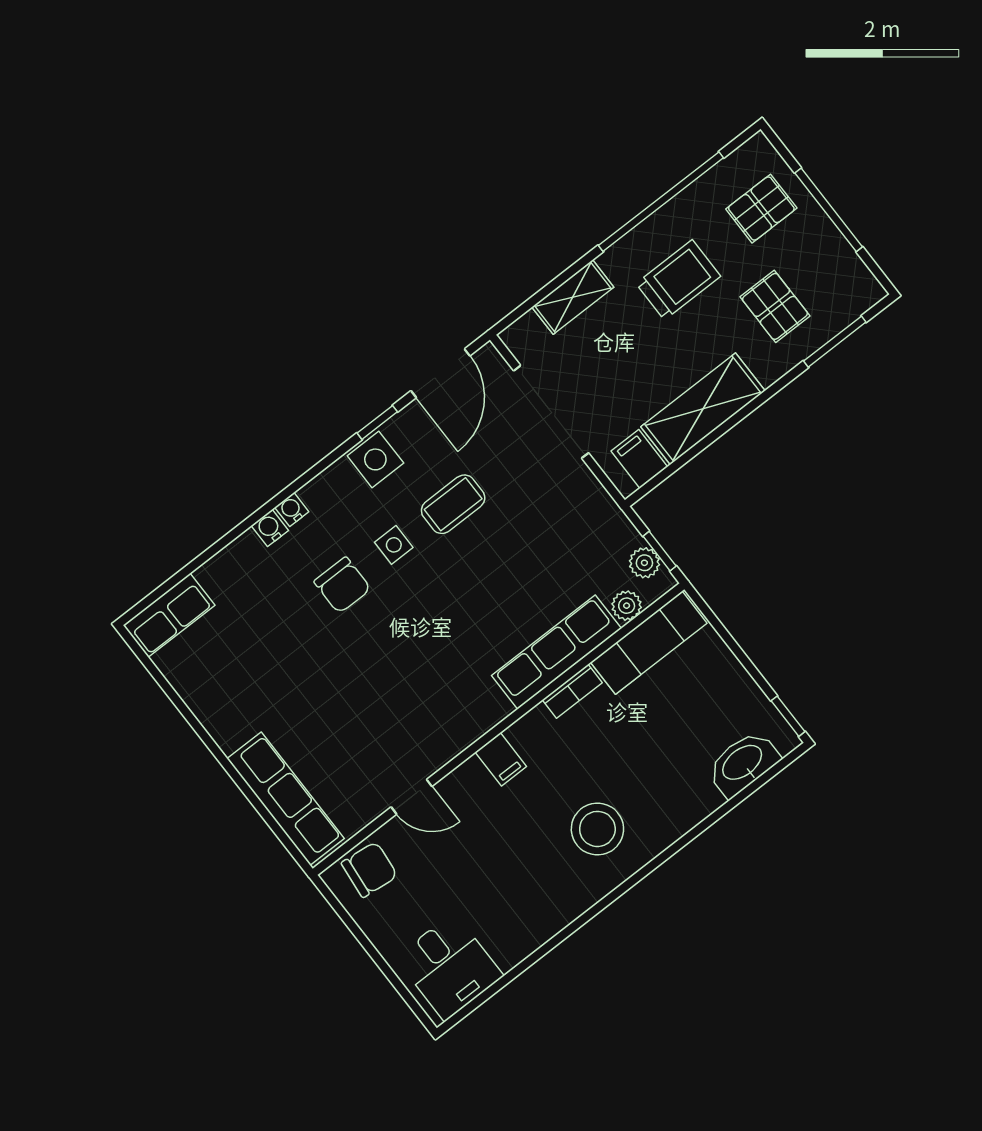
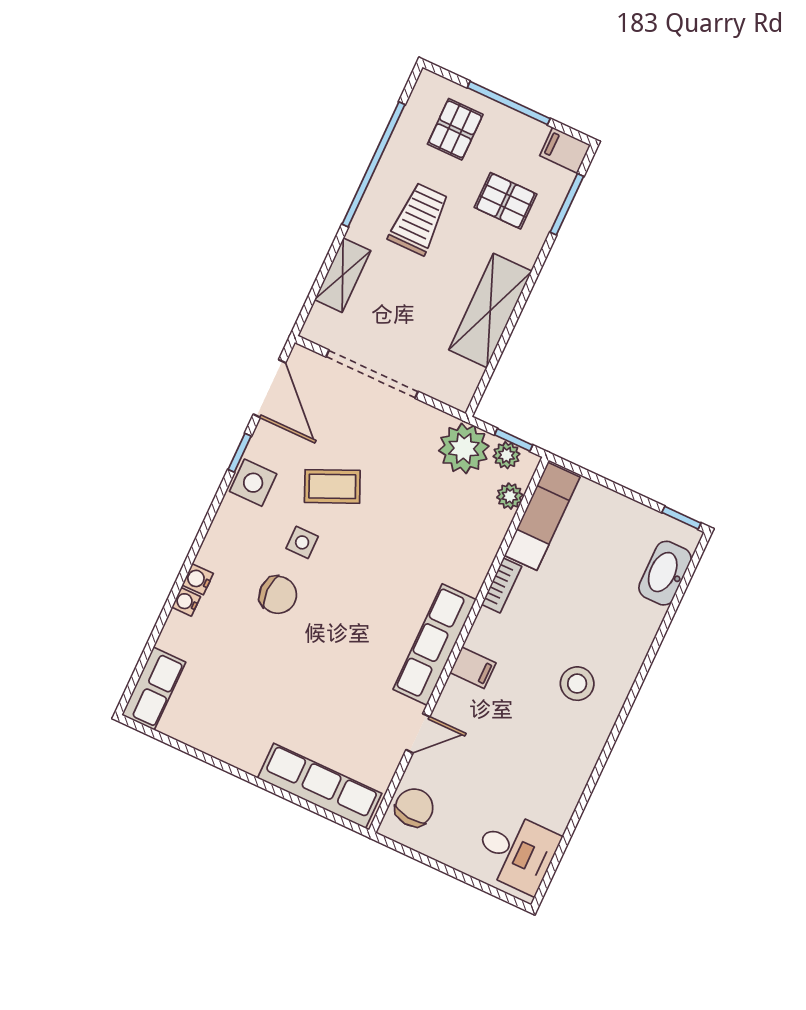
filing cabinet: (639, 459) -> (565, 150), moved
coffee table: (453, 504) -> (332, 486), turned 66
water cooler: (292, 509) -> (186, 602), moved
plant: (605, 534) -> (464, 448), added
row of seats: (556, 652) -> (435, 644), moved
stool: (597, 829) -> (577, 684), width x0.73, depth x0.73

